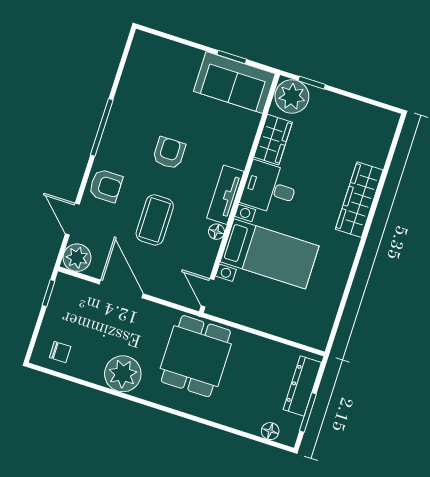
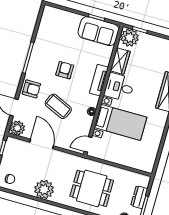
tv unit: (225, 195) -> (99, 80), moved
coffee table: (155, 220) -> (58, 106), turned -66
door: (208, 293) -> (88, 144), hinge flipped
dining table: (196, 356) -> (92, 188), moved, turned 90
dresser: (302, 386) -> (139, 197), width x0.70

